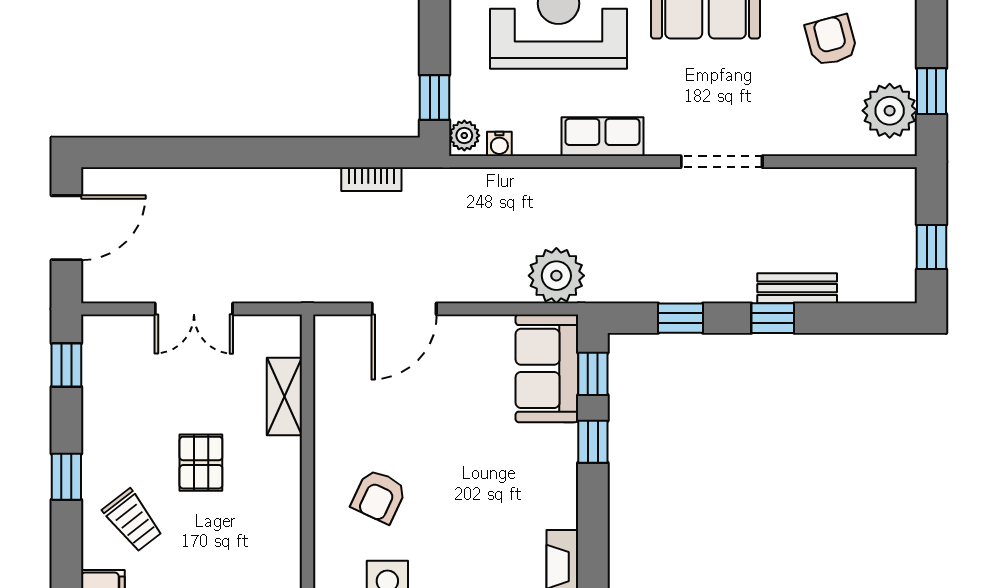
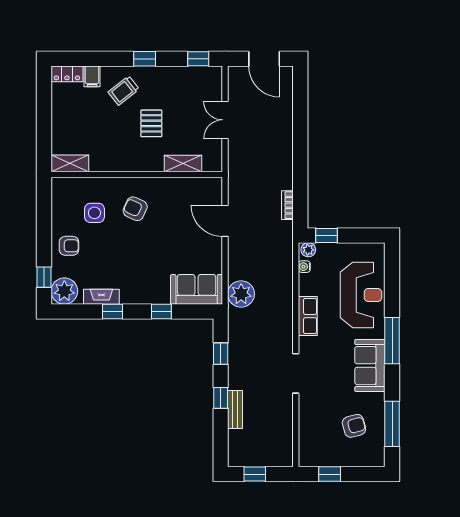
plant: (890, 111) -> (320, 454), removed
window: (593, 374) -> (113, 311), moved
pallet: (201, 463) -> (151, 123), turned 90

